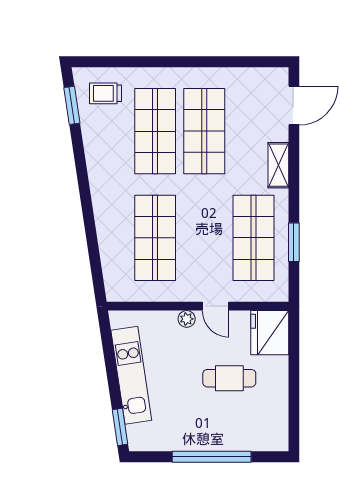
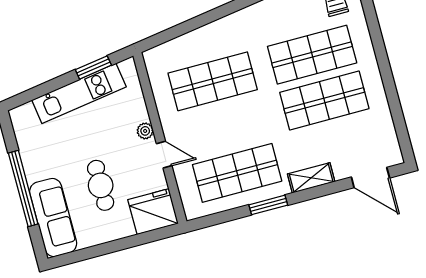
window: (294, 242) -> (268, 205), moved
door: (216, 306) -> (164, 155), swing flipped
window: (120, 427) -> (93, 67), moved
sofa: (249, 434) -> (53, 218), added

